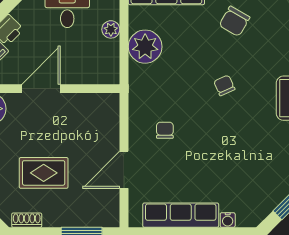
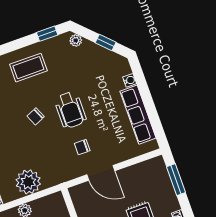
wheelchair: (217, 132) -> (70, 110), added
door: (124, 170) -> (101, 173), moved

